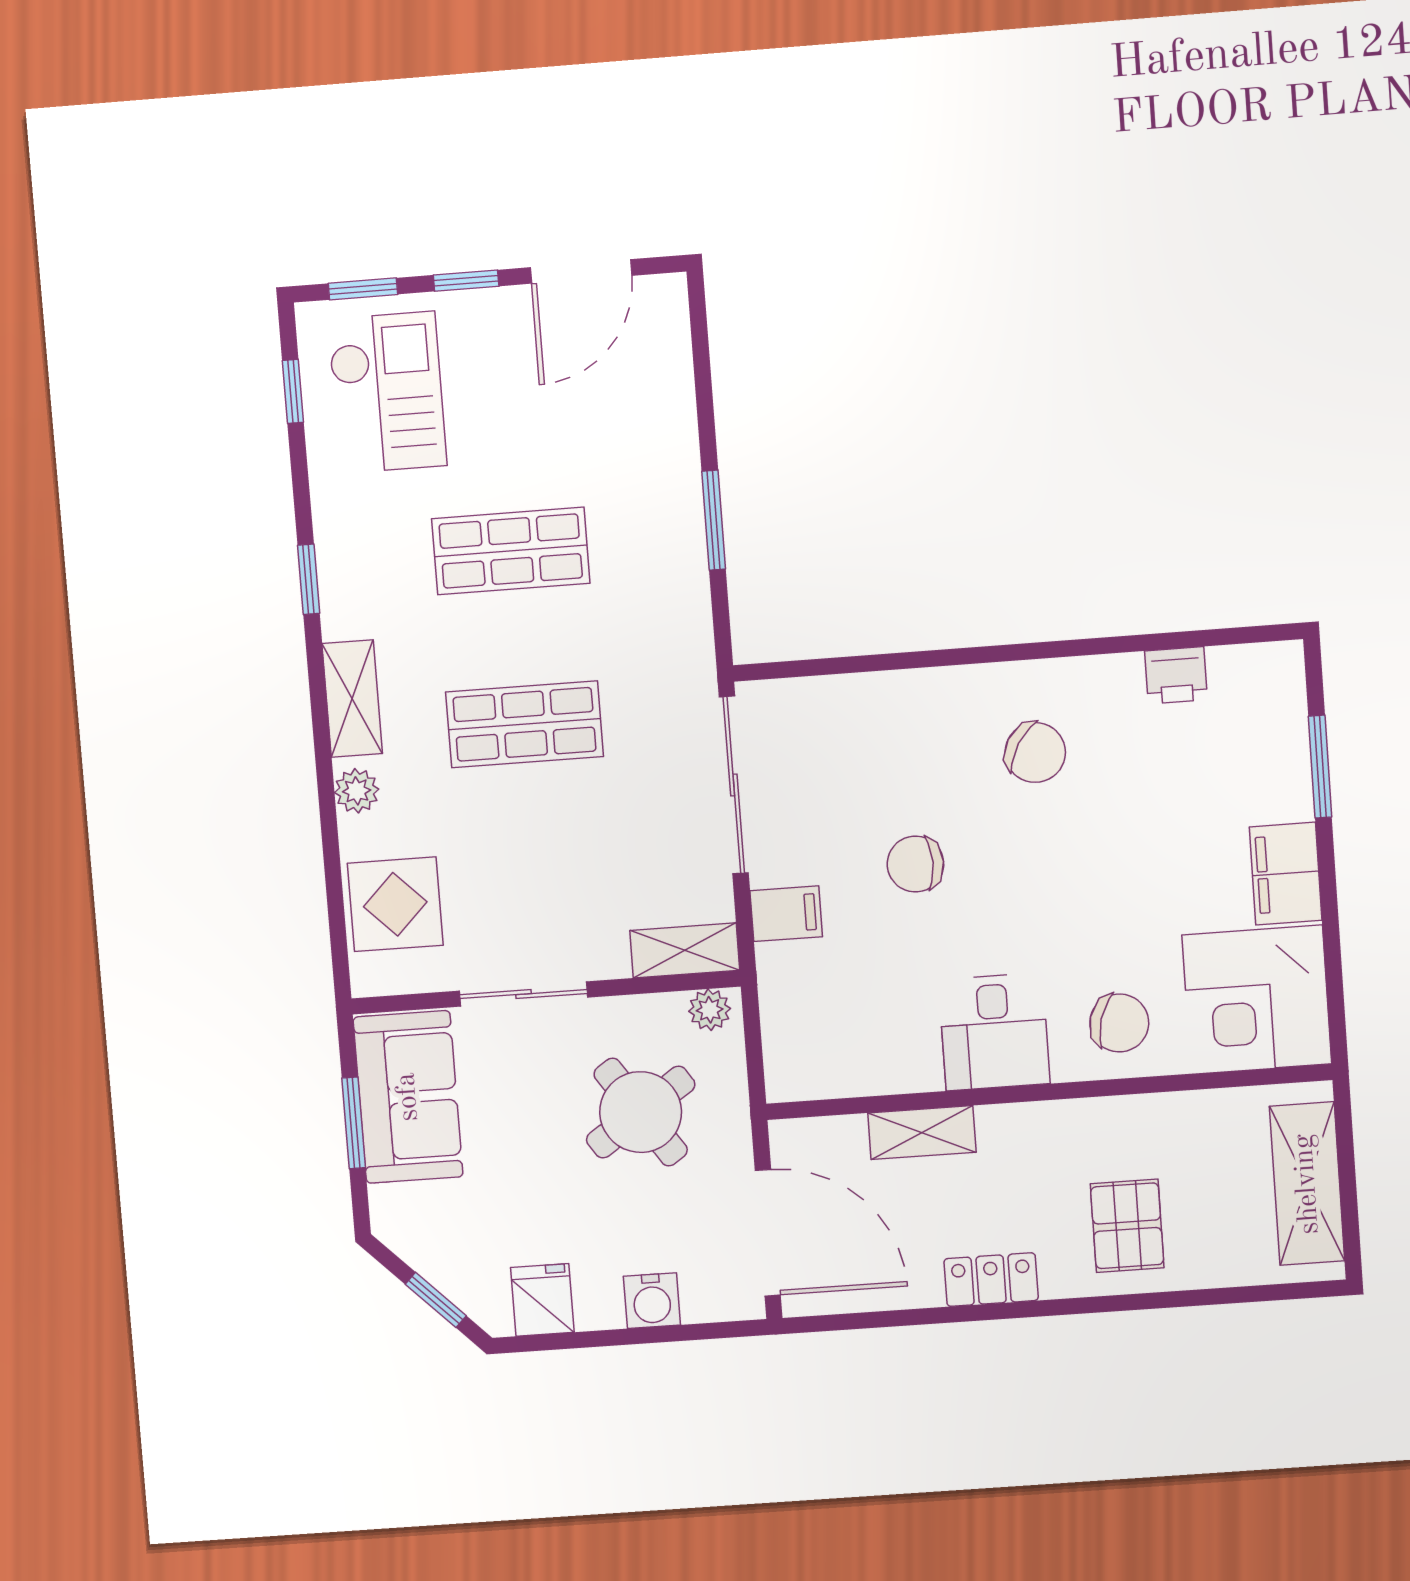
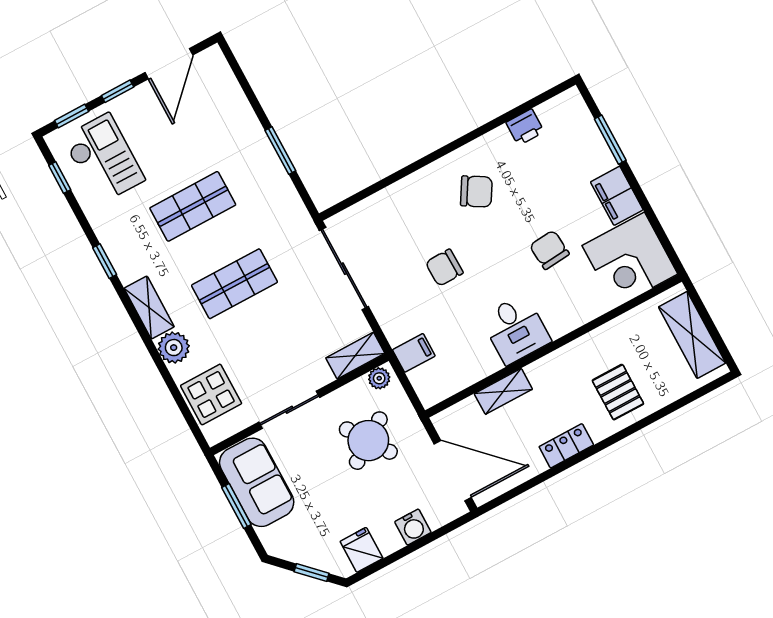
plant: (357, 791) -> (174, 348), width x1.38, depth x1.38
filing cabinet: (786, 914) -> (414, 353), moved
chair: (1119, 1023) -> (549, 250), moved, turned -111

